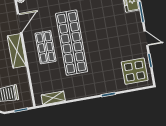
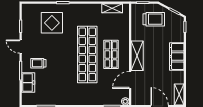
trolley: (123, 23) -> (38, 63), added
display table: (135, 71) -> (52, 23), moved

